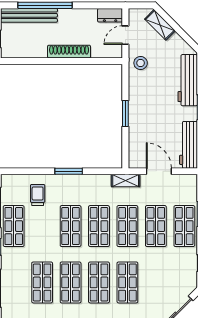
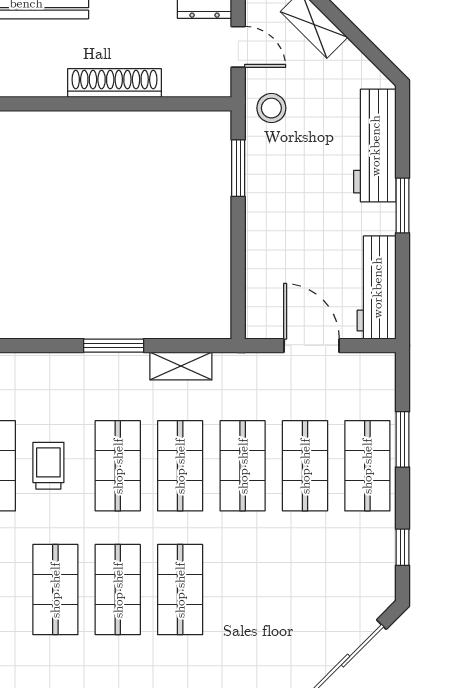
door: (125, 35) -> (238, 47), swing flipped
window: (125, 113) -> (238, 168), moved
shelving: (126, 181) -> (181, 366), moved
trolley: (38, 195) -> (48, 466), moved
shop shelf: (127, 282) -> (243, 590), removed

